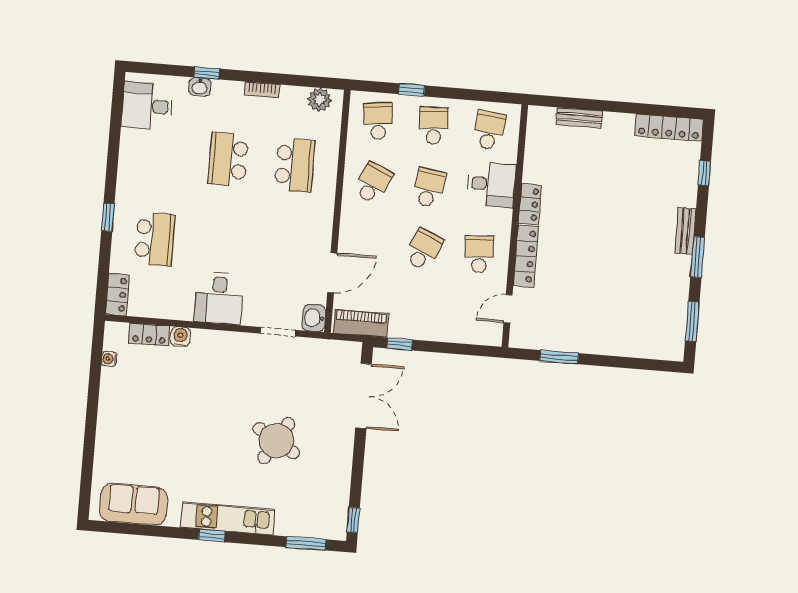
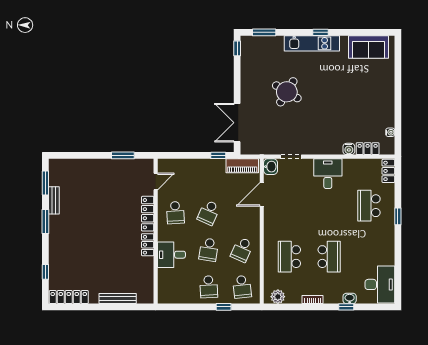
desk: (147, 106) -> (380, 284), width x1.37
bench: (579, 118) -> (118, 298), width x1.36
school desk: (489, 130) -> (175, 287), removed
bench: (685, 231) -> (54, 200), moved

